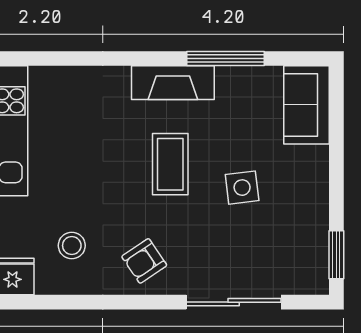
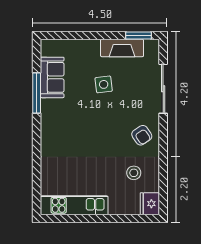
fireplace: (173, 83) -> (122, 48), moved, turned 90
sofa: (306, 105) -> (52, 77), moved, turned -90
coffee table: (170, 164) -> (92, 122), removed

